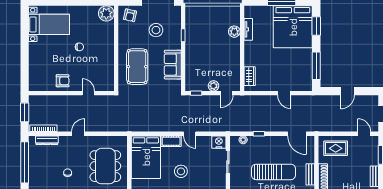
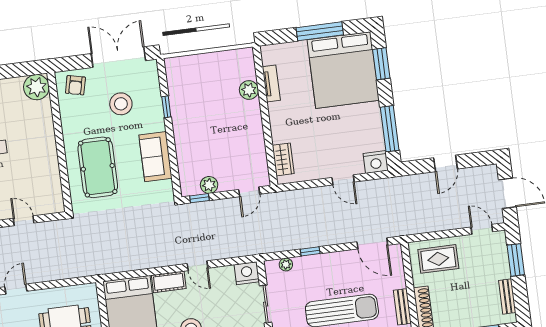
nightstand: (305, 85) -> (376, 162), added
plant: (213, 86) -> (209, 185), moved

